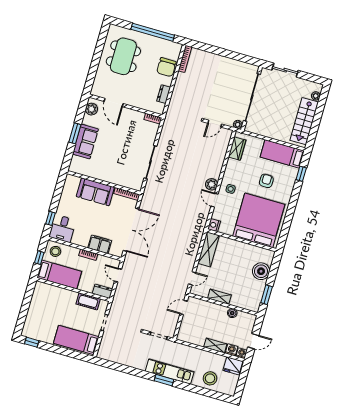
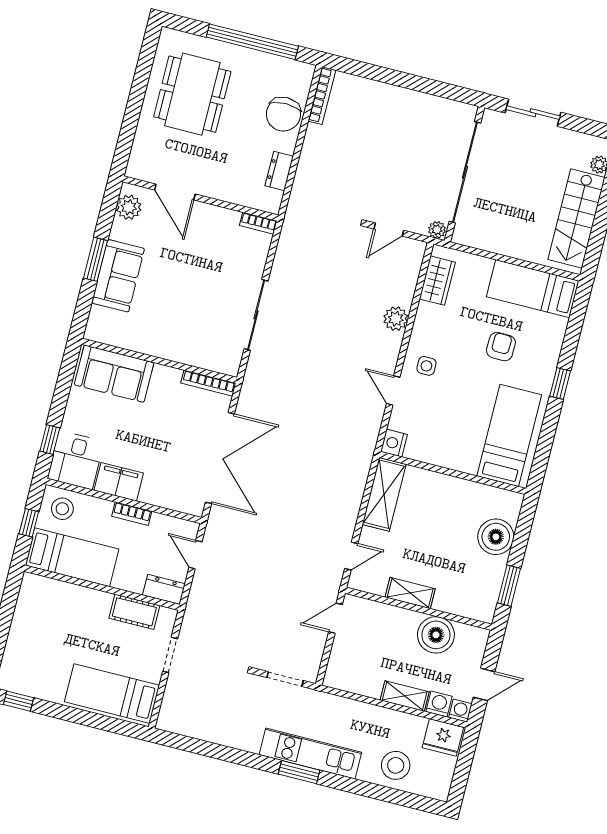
window: (301, 174) -> (560, 384), moved
plant: (211, 184) -> (396, 319), moved
sofa: (95, 192) -> (114, 374), moved
bed: (259, 220) -> (509, 435), width x0.49
filing cabinet: (100, 244) -> (119, 482), moved
boiler: (232, 313) -> (436, 635), width x1.86, depth x1.86

